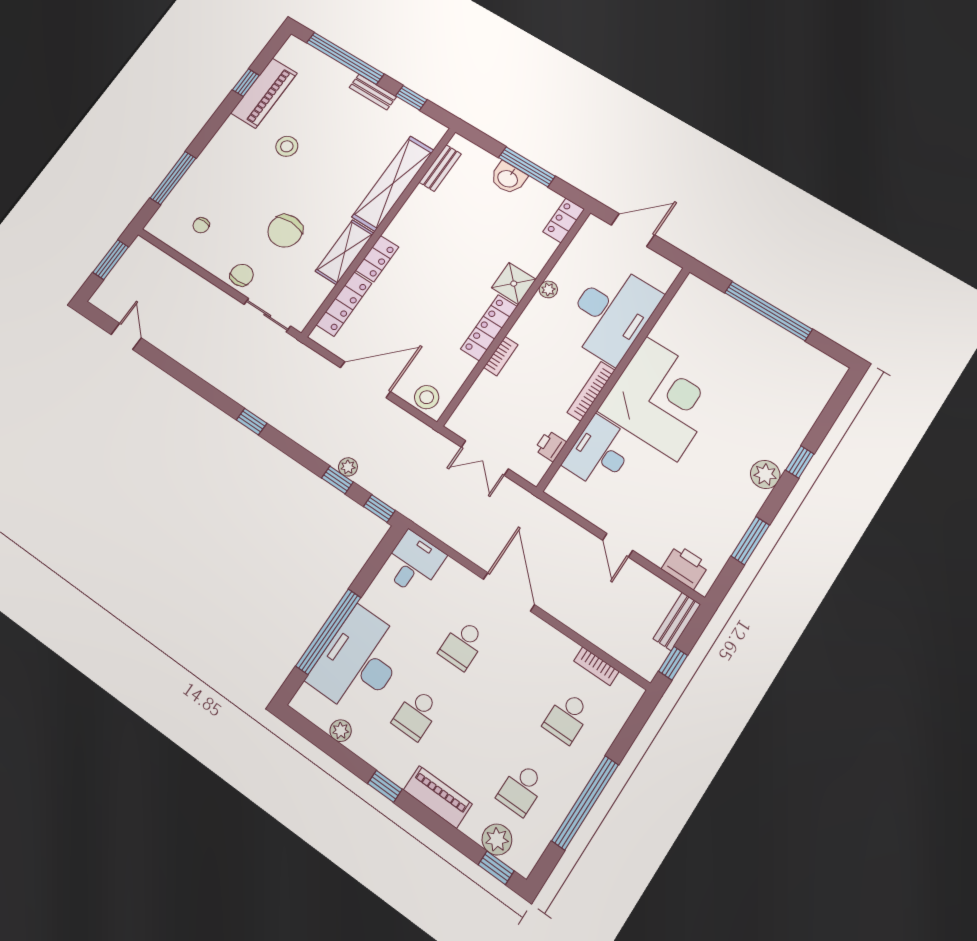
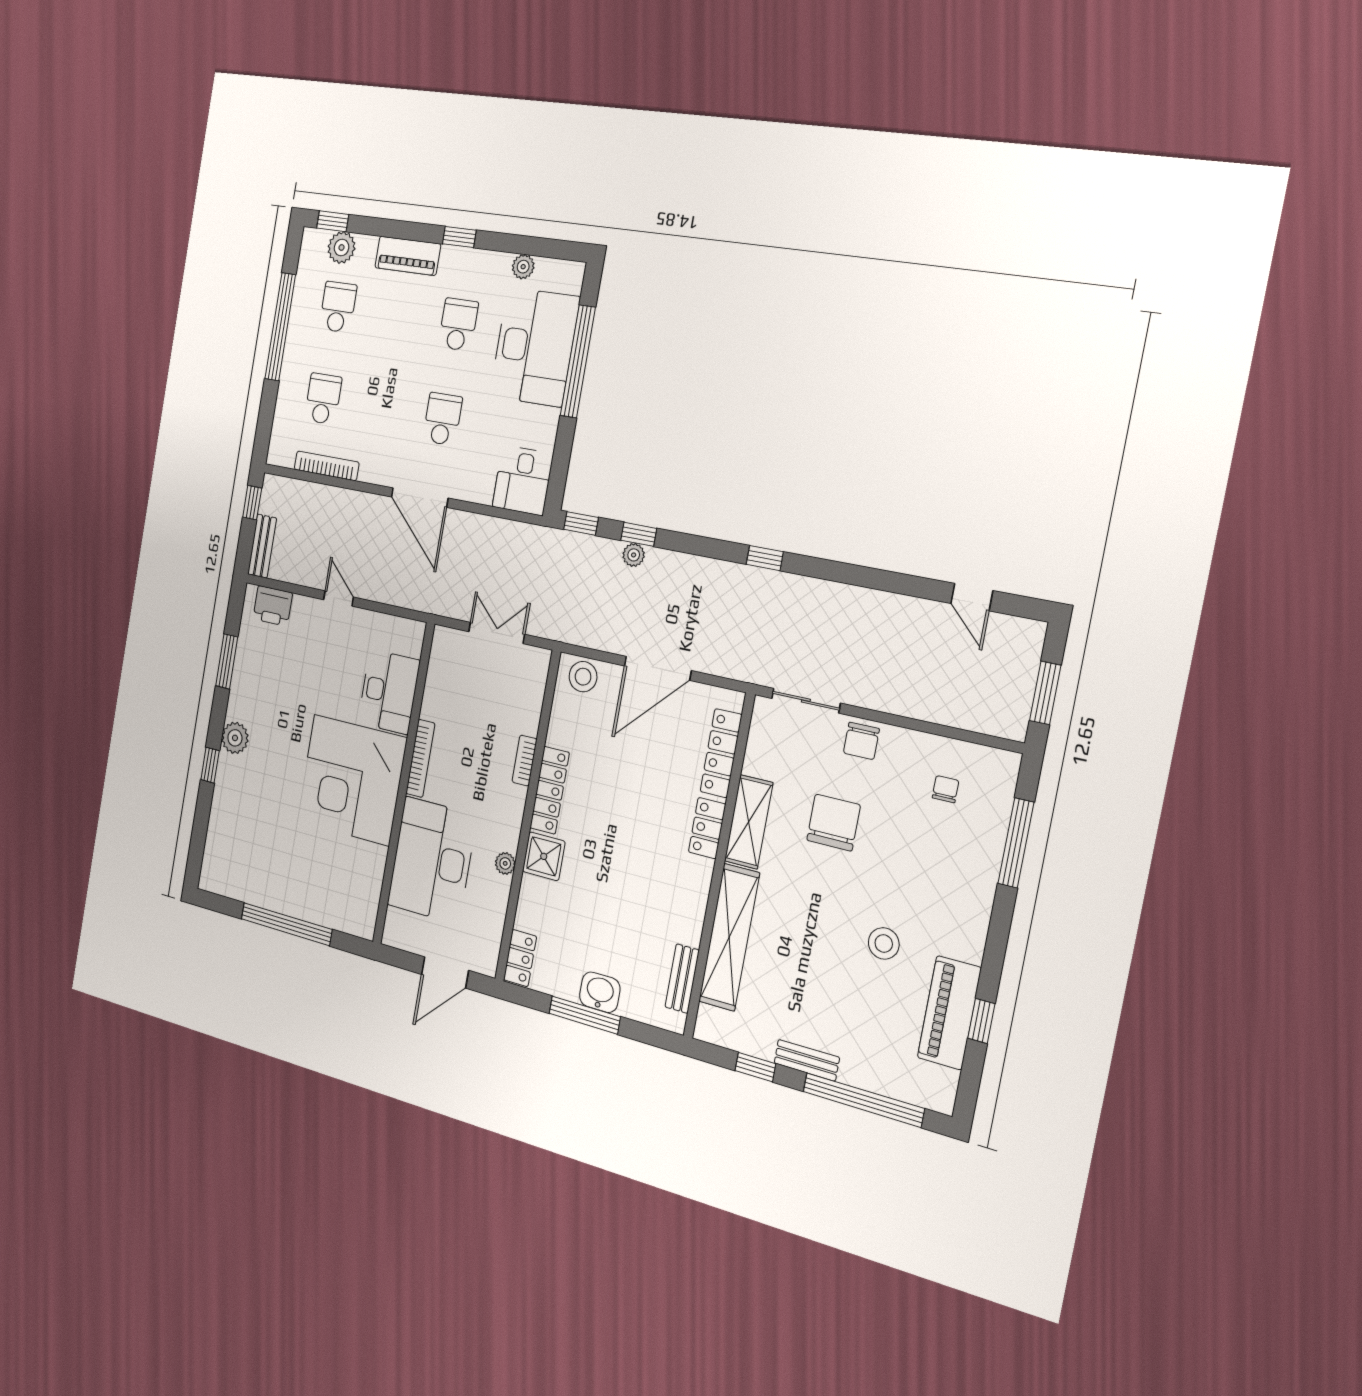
printer: (550, 446) -> (438, 677), removed
bookcase: (596, 666) -> (327, 466), width x1.56

